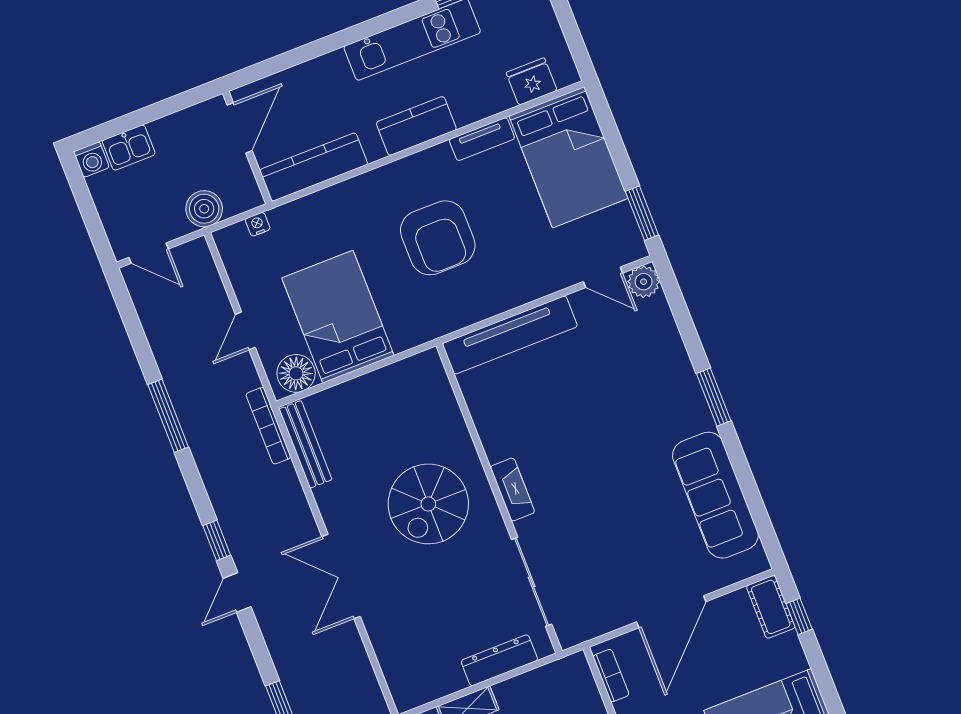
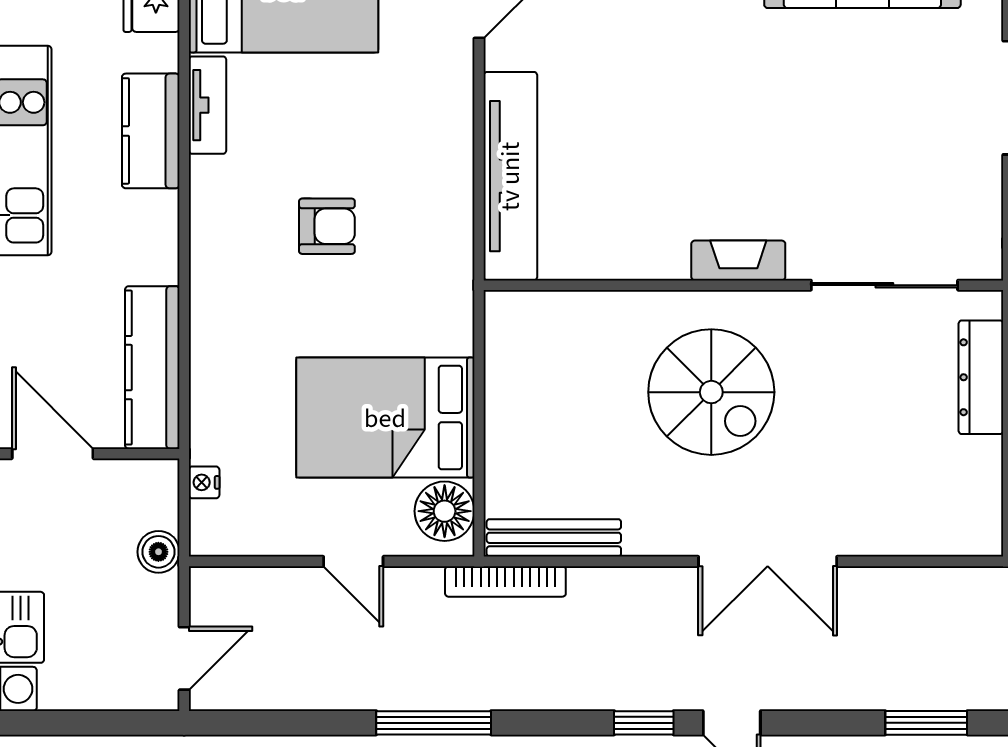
kitchen counter: (416, 126) -> (151, 131), moved
boiler: (204, 209) -> (158, 552), width x0.73, depth x0.73
armchair: (438, 238) -> (327, 226), width x0.53, depth x0.53

